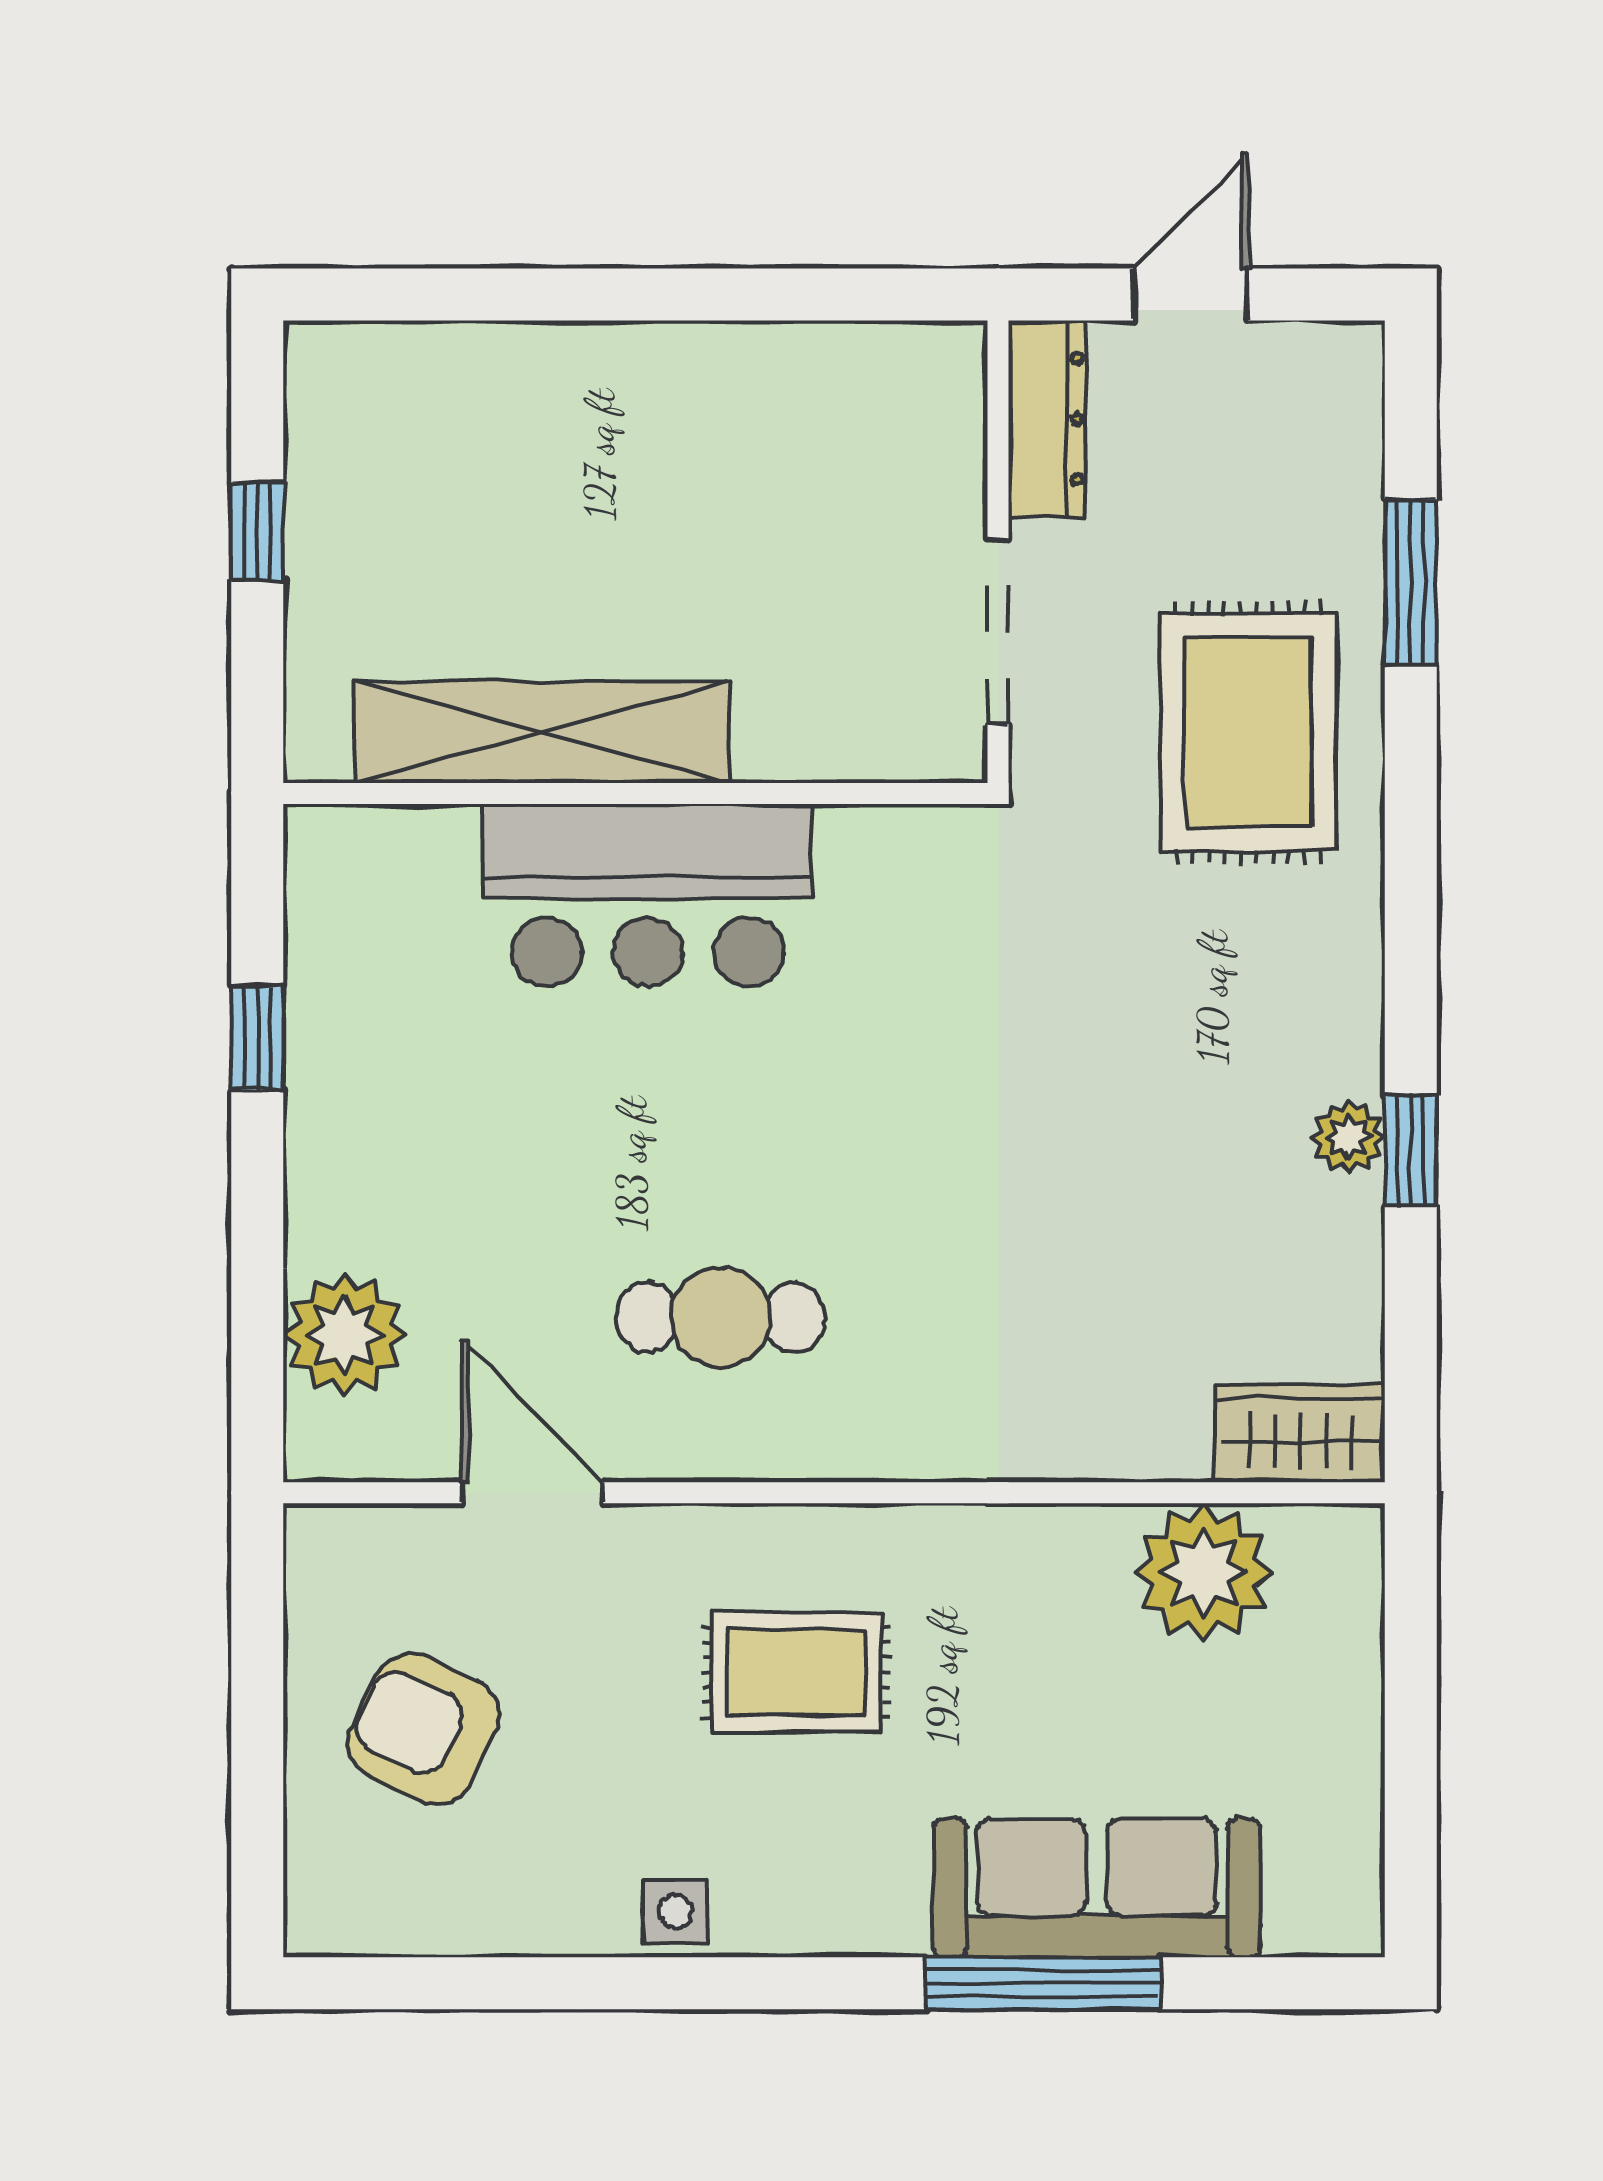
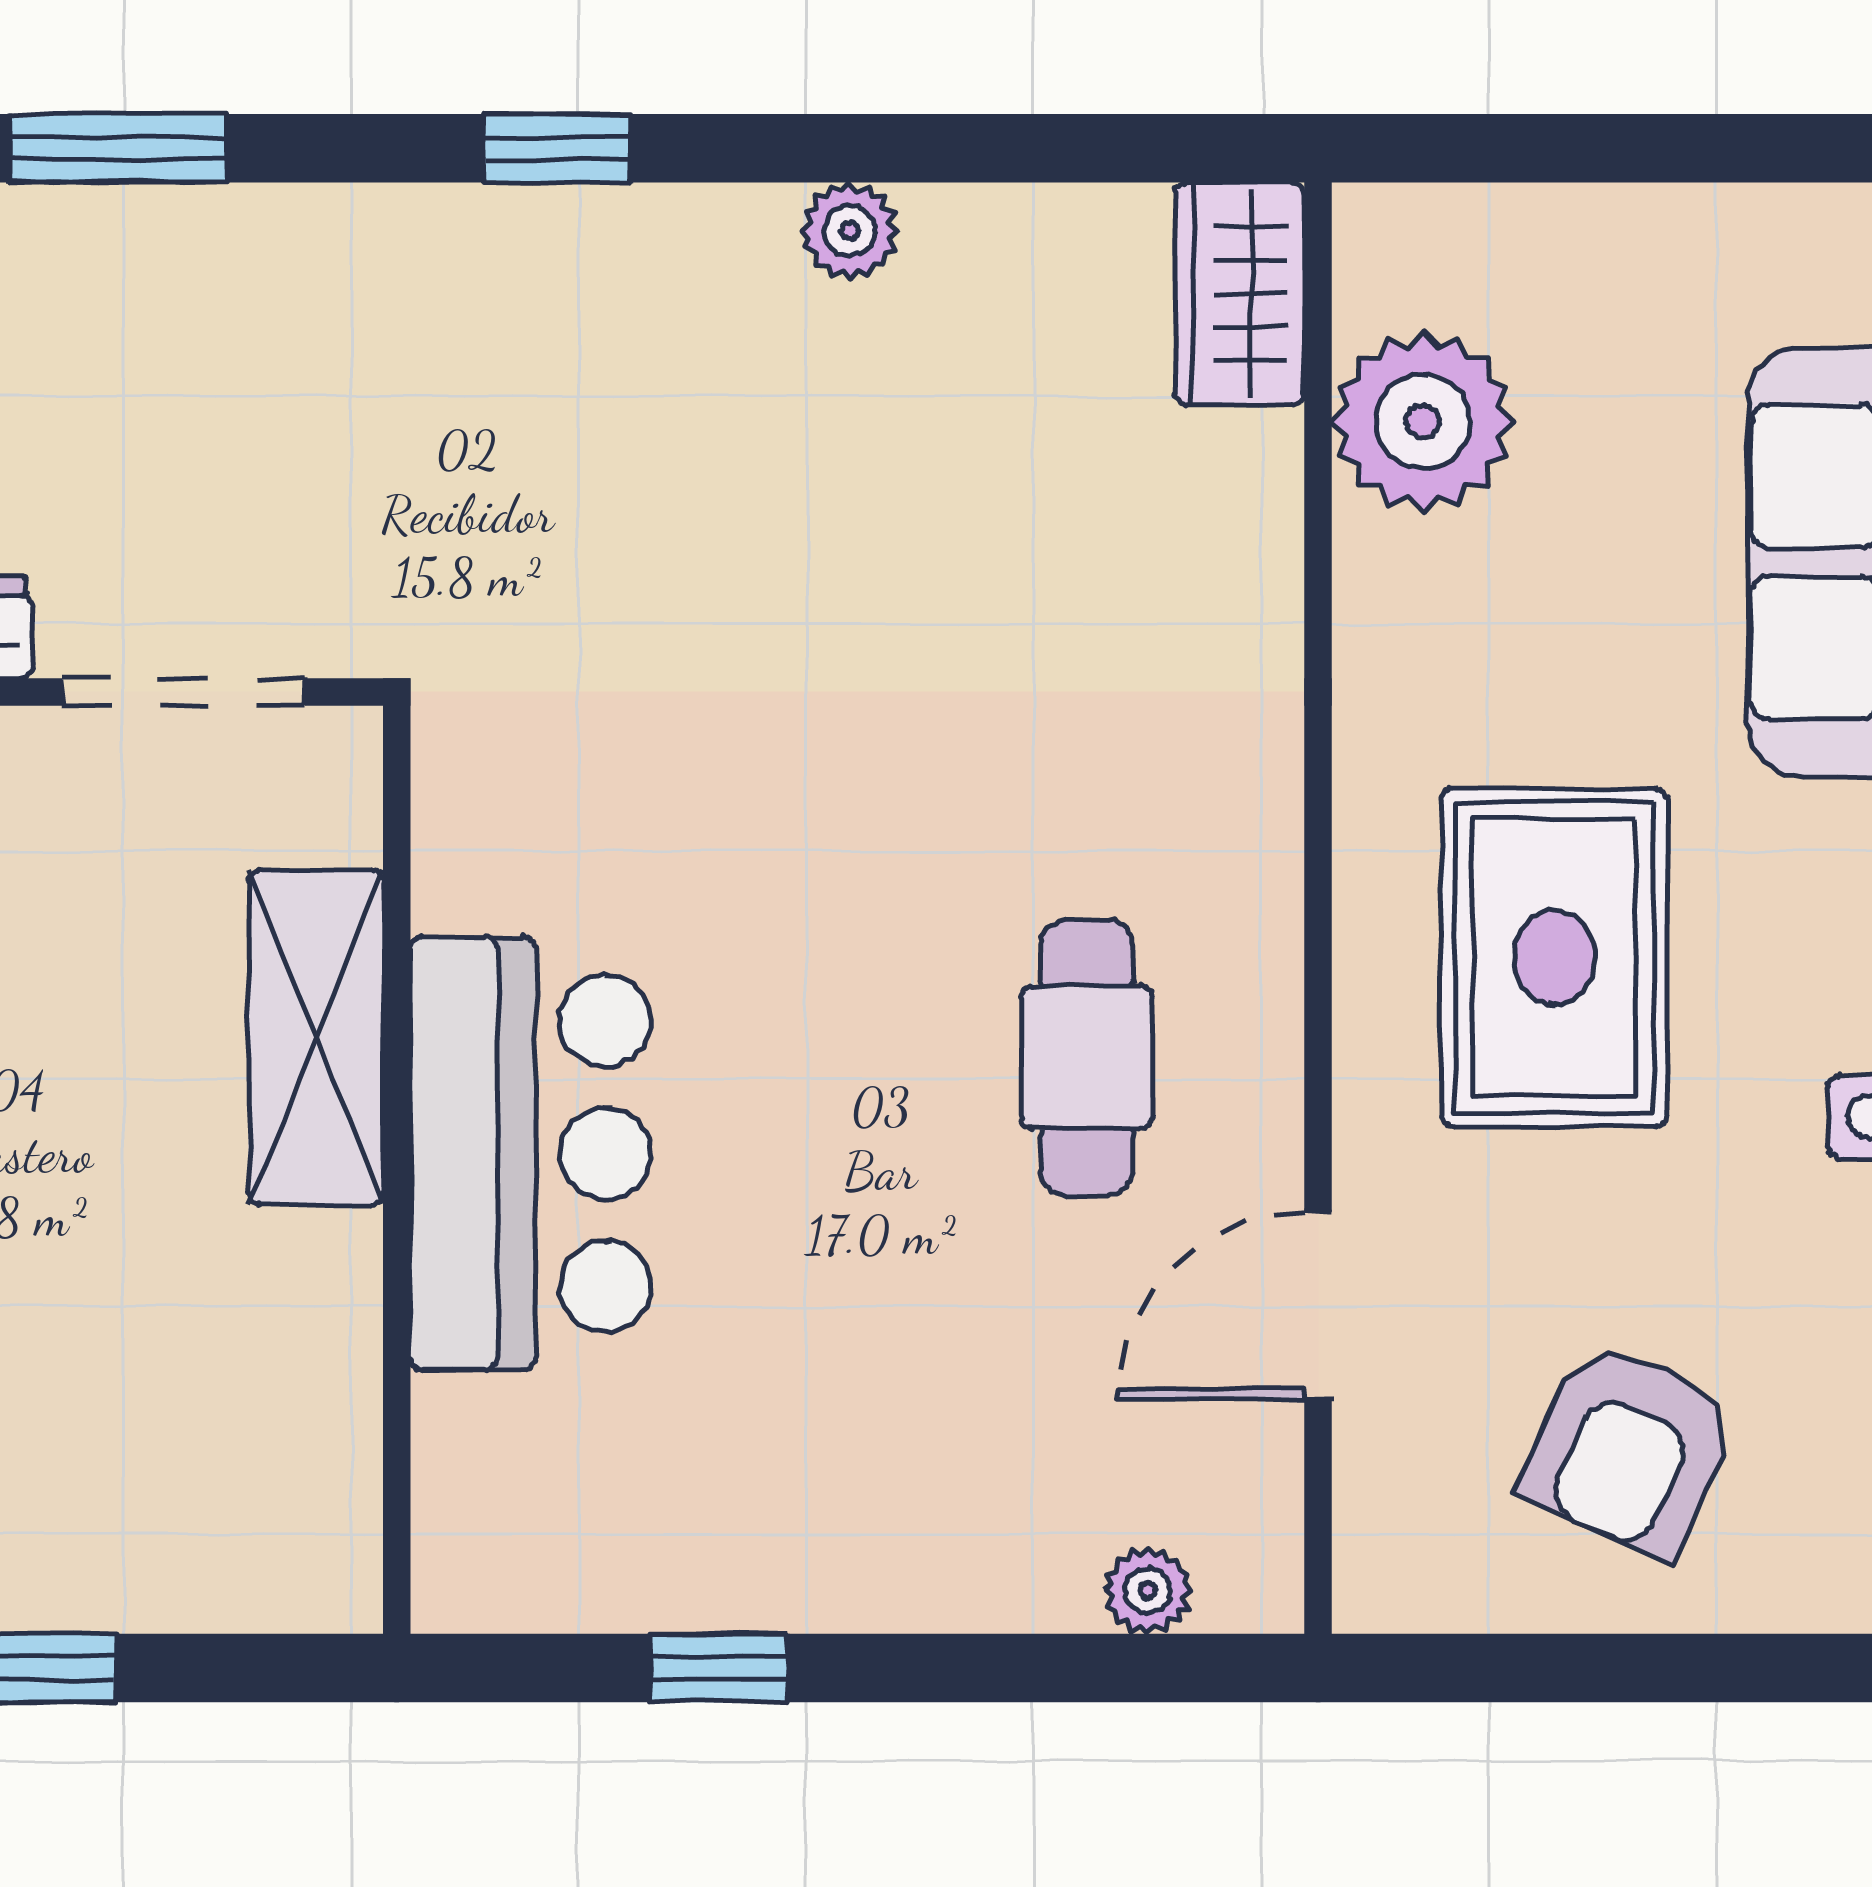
shelving: (542, 732) -> (316, 1037), moved, width x0.68
rug: (1248, 732) -> (316, 362), removed
window: (1411, 1150) -> (557, 148), moved
plant: (345, 1335) -> (1148, 1591), width x0.53, depth x0.53
rug: (796, 1672) -> (1554, 958), width x1.36, depth x1.43

